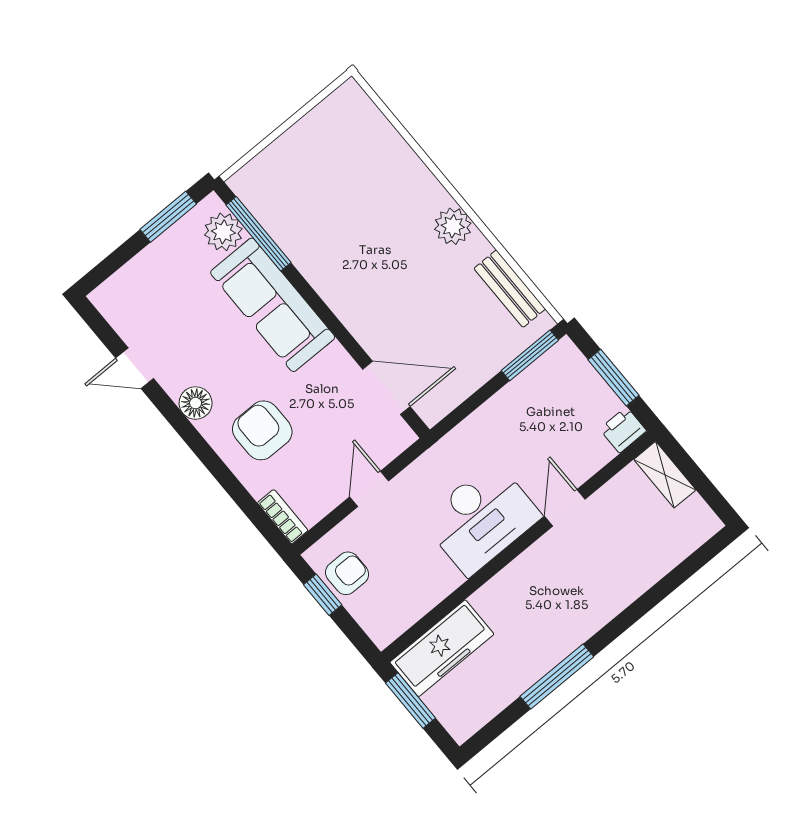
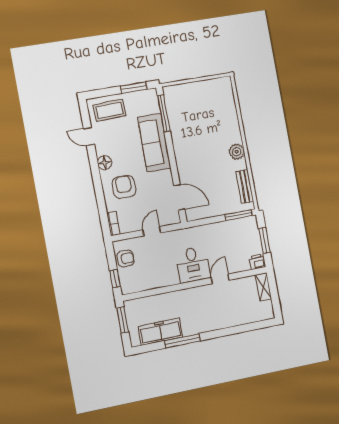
plant: (223, 232) -> (151, 105), removed
coffee table: (146, 291) -> (110, 110), added
desk: (481, 518) -> (193, 265), width x0.73
window: (323, 595) -> (115, 279), moved
freezer: (442, 648) -> (160, 332), moved, turned 180

